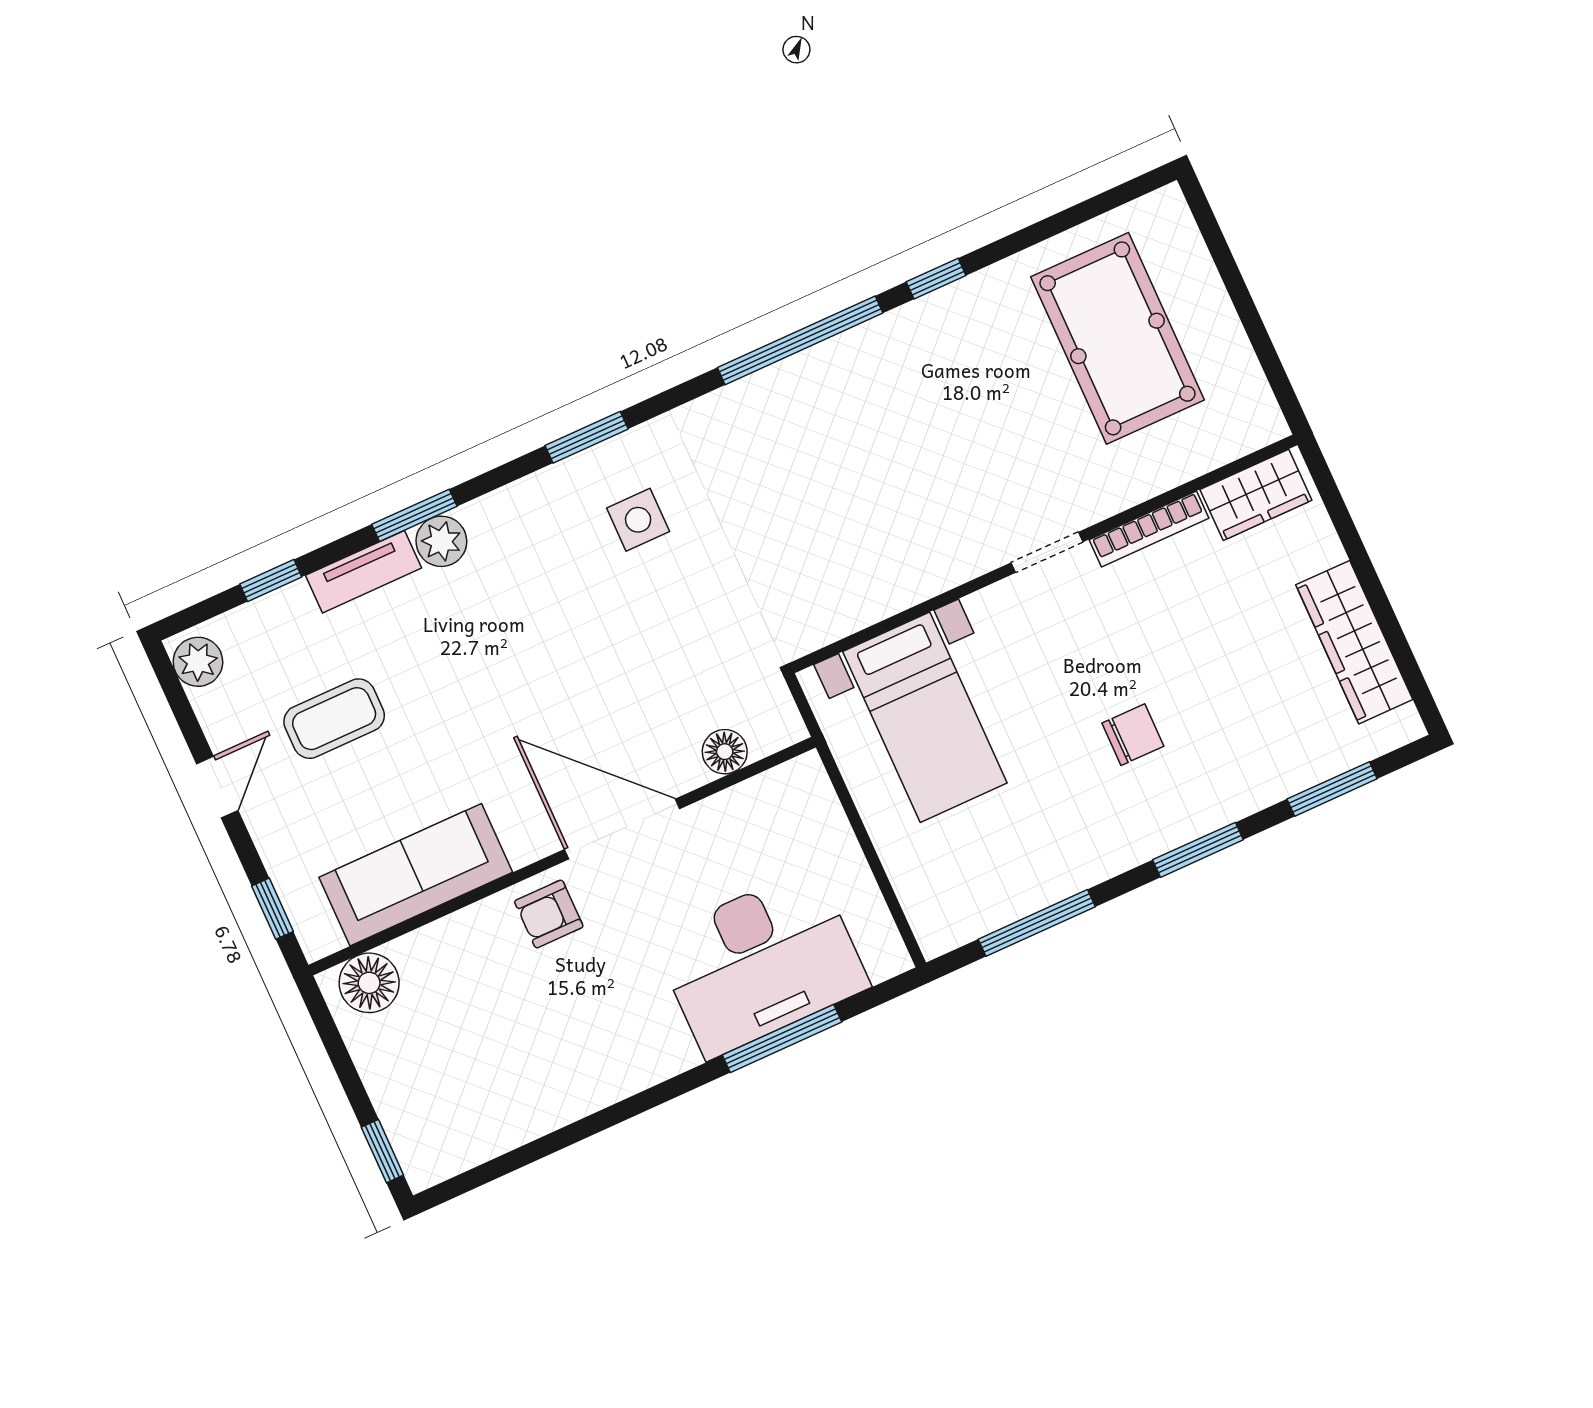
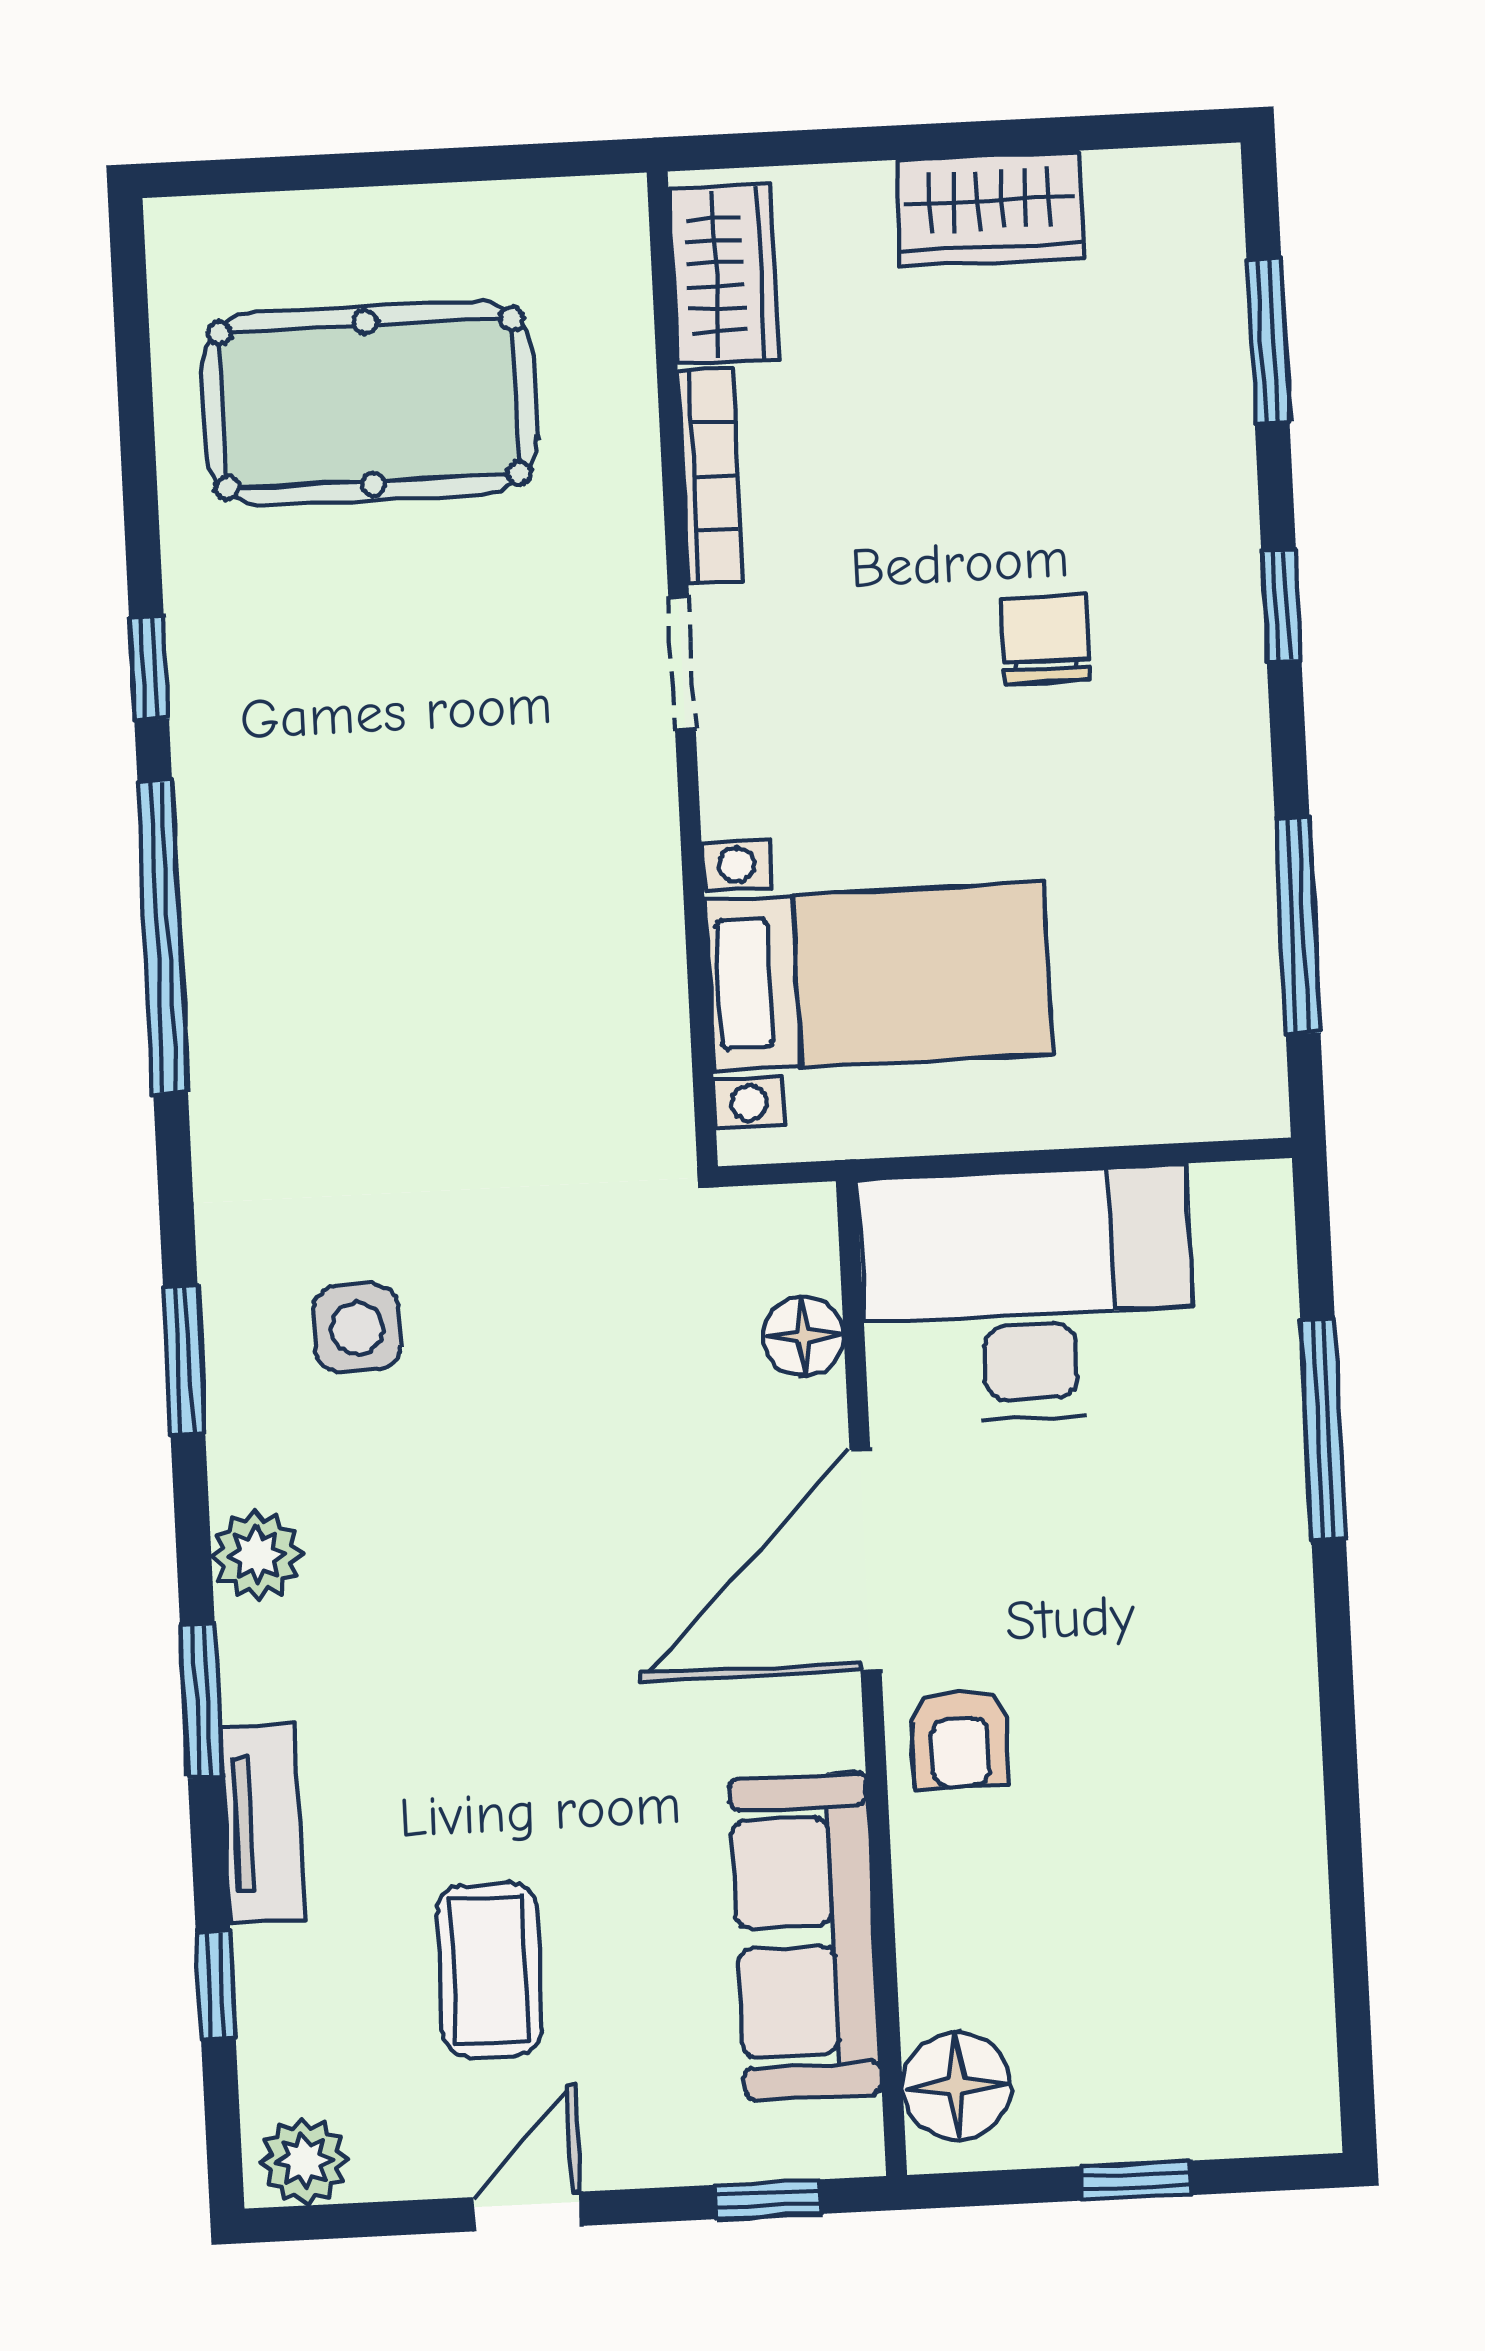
plant: (441, 541) -> (257, 1555), moved
wardrobe: (1354, 642) -> (990, 209), width x0.67
door: (217, 787) -> (527, 2212), hinge flipped
window: (1198, 850) -> (1281, 606), width x0.67
desk: (761, 962) -> (1027, 1295), moved, turned -90
window: (382, 1151) -> (1136, 2181), moved

